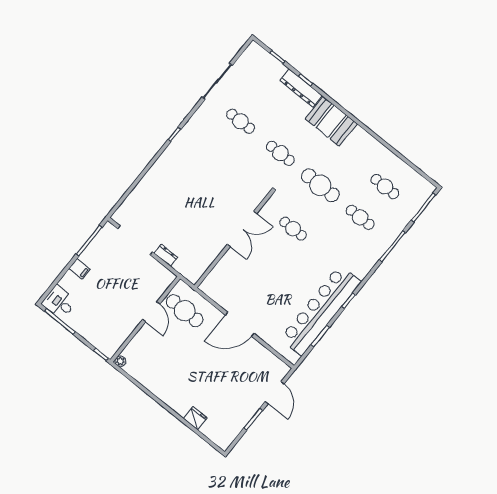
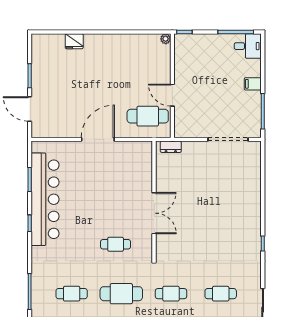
double door: (242, 229) -> (154, 213), swing flipped
dresser: (166, 255) -> (171, 147), moved

